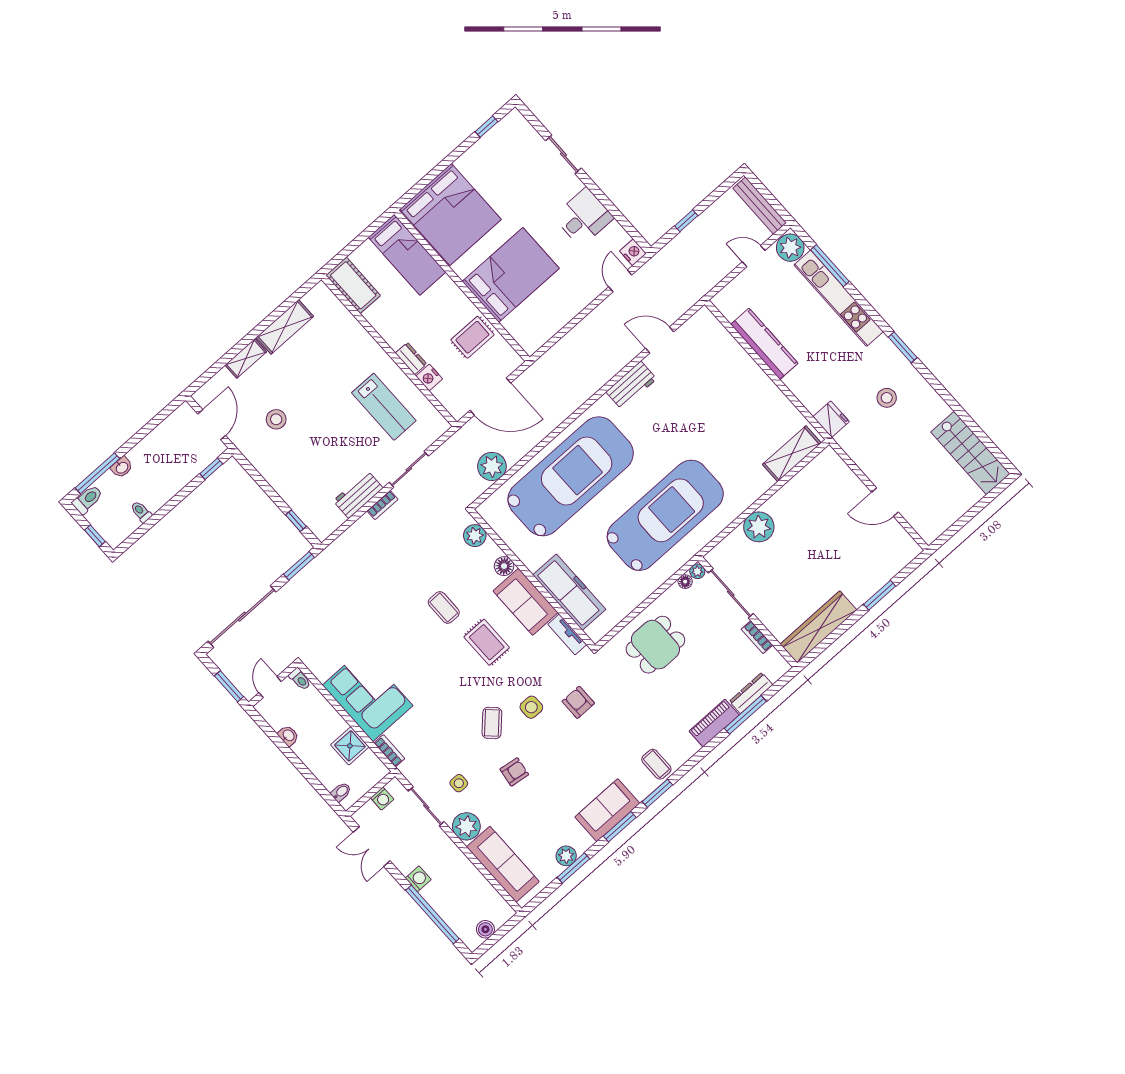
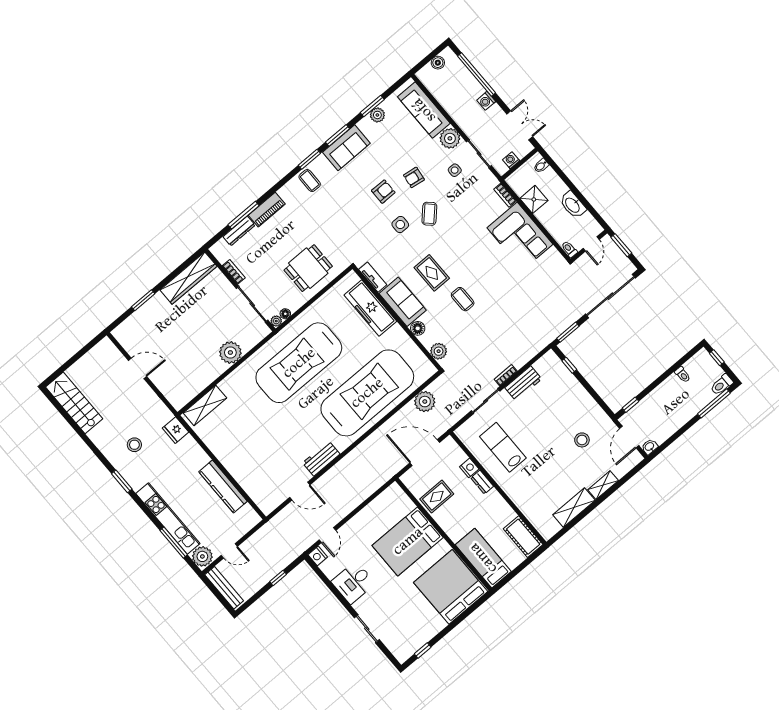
washbasin: (122, 467) -> (650, 447), moved
car: (571, 476) -> (367, 393), turned 180
armchair: (578, 702) -> (383, 192), moved, turned -90
washbasin: (288, 736) -> (573, 205), width x1.91, depth x1.45

